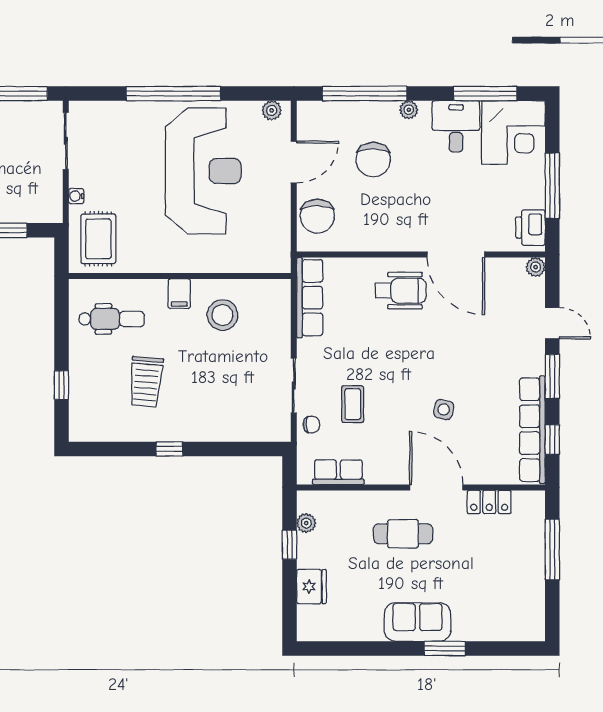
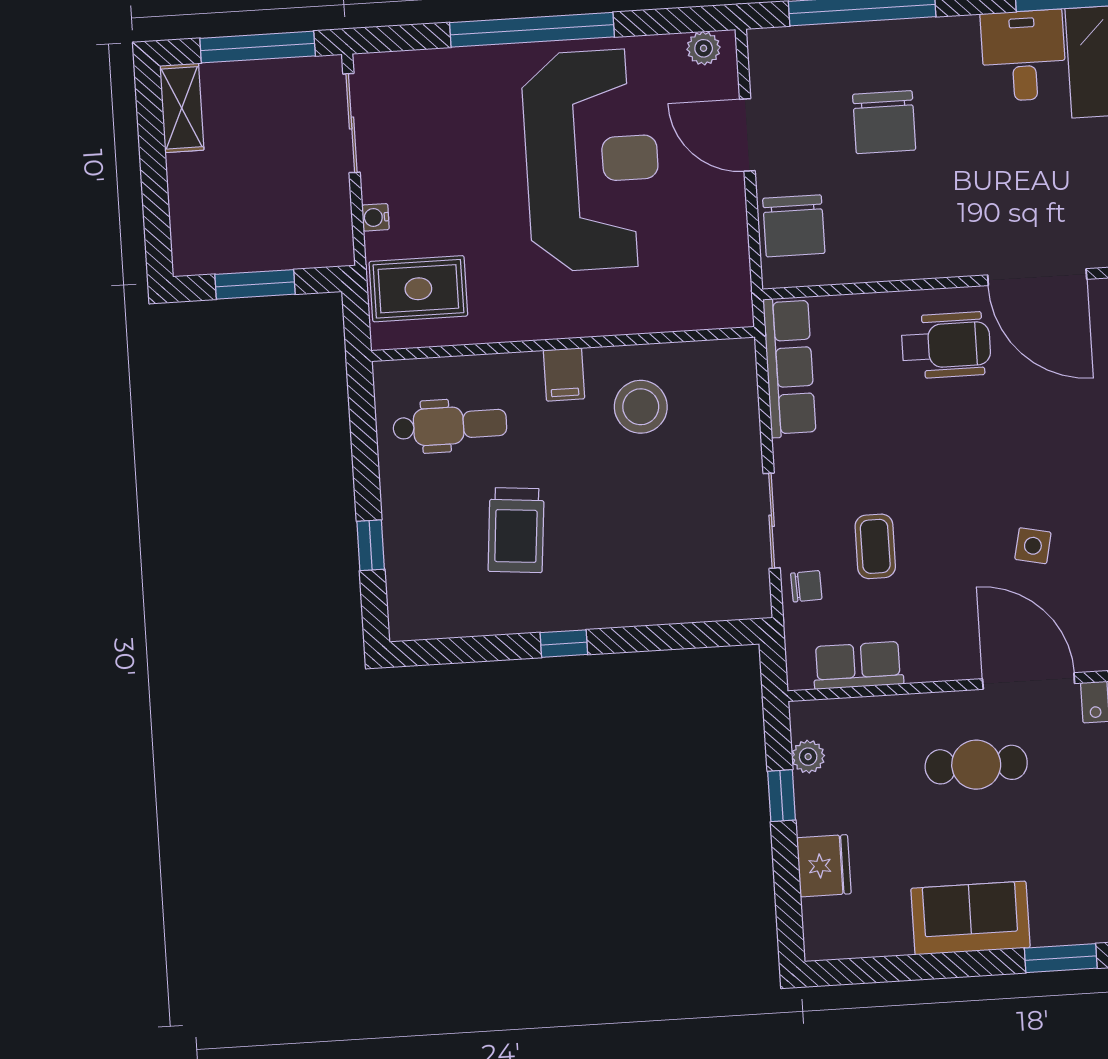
plant: (409, 110) -> (940, 32), removed
door: (294, 162) -> (747, 135), swing flipped
rug: (98, 239) -> (418, 289), turned 90
sofa: (417, 622) -> (970, 918), moved

